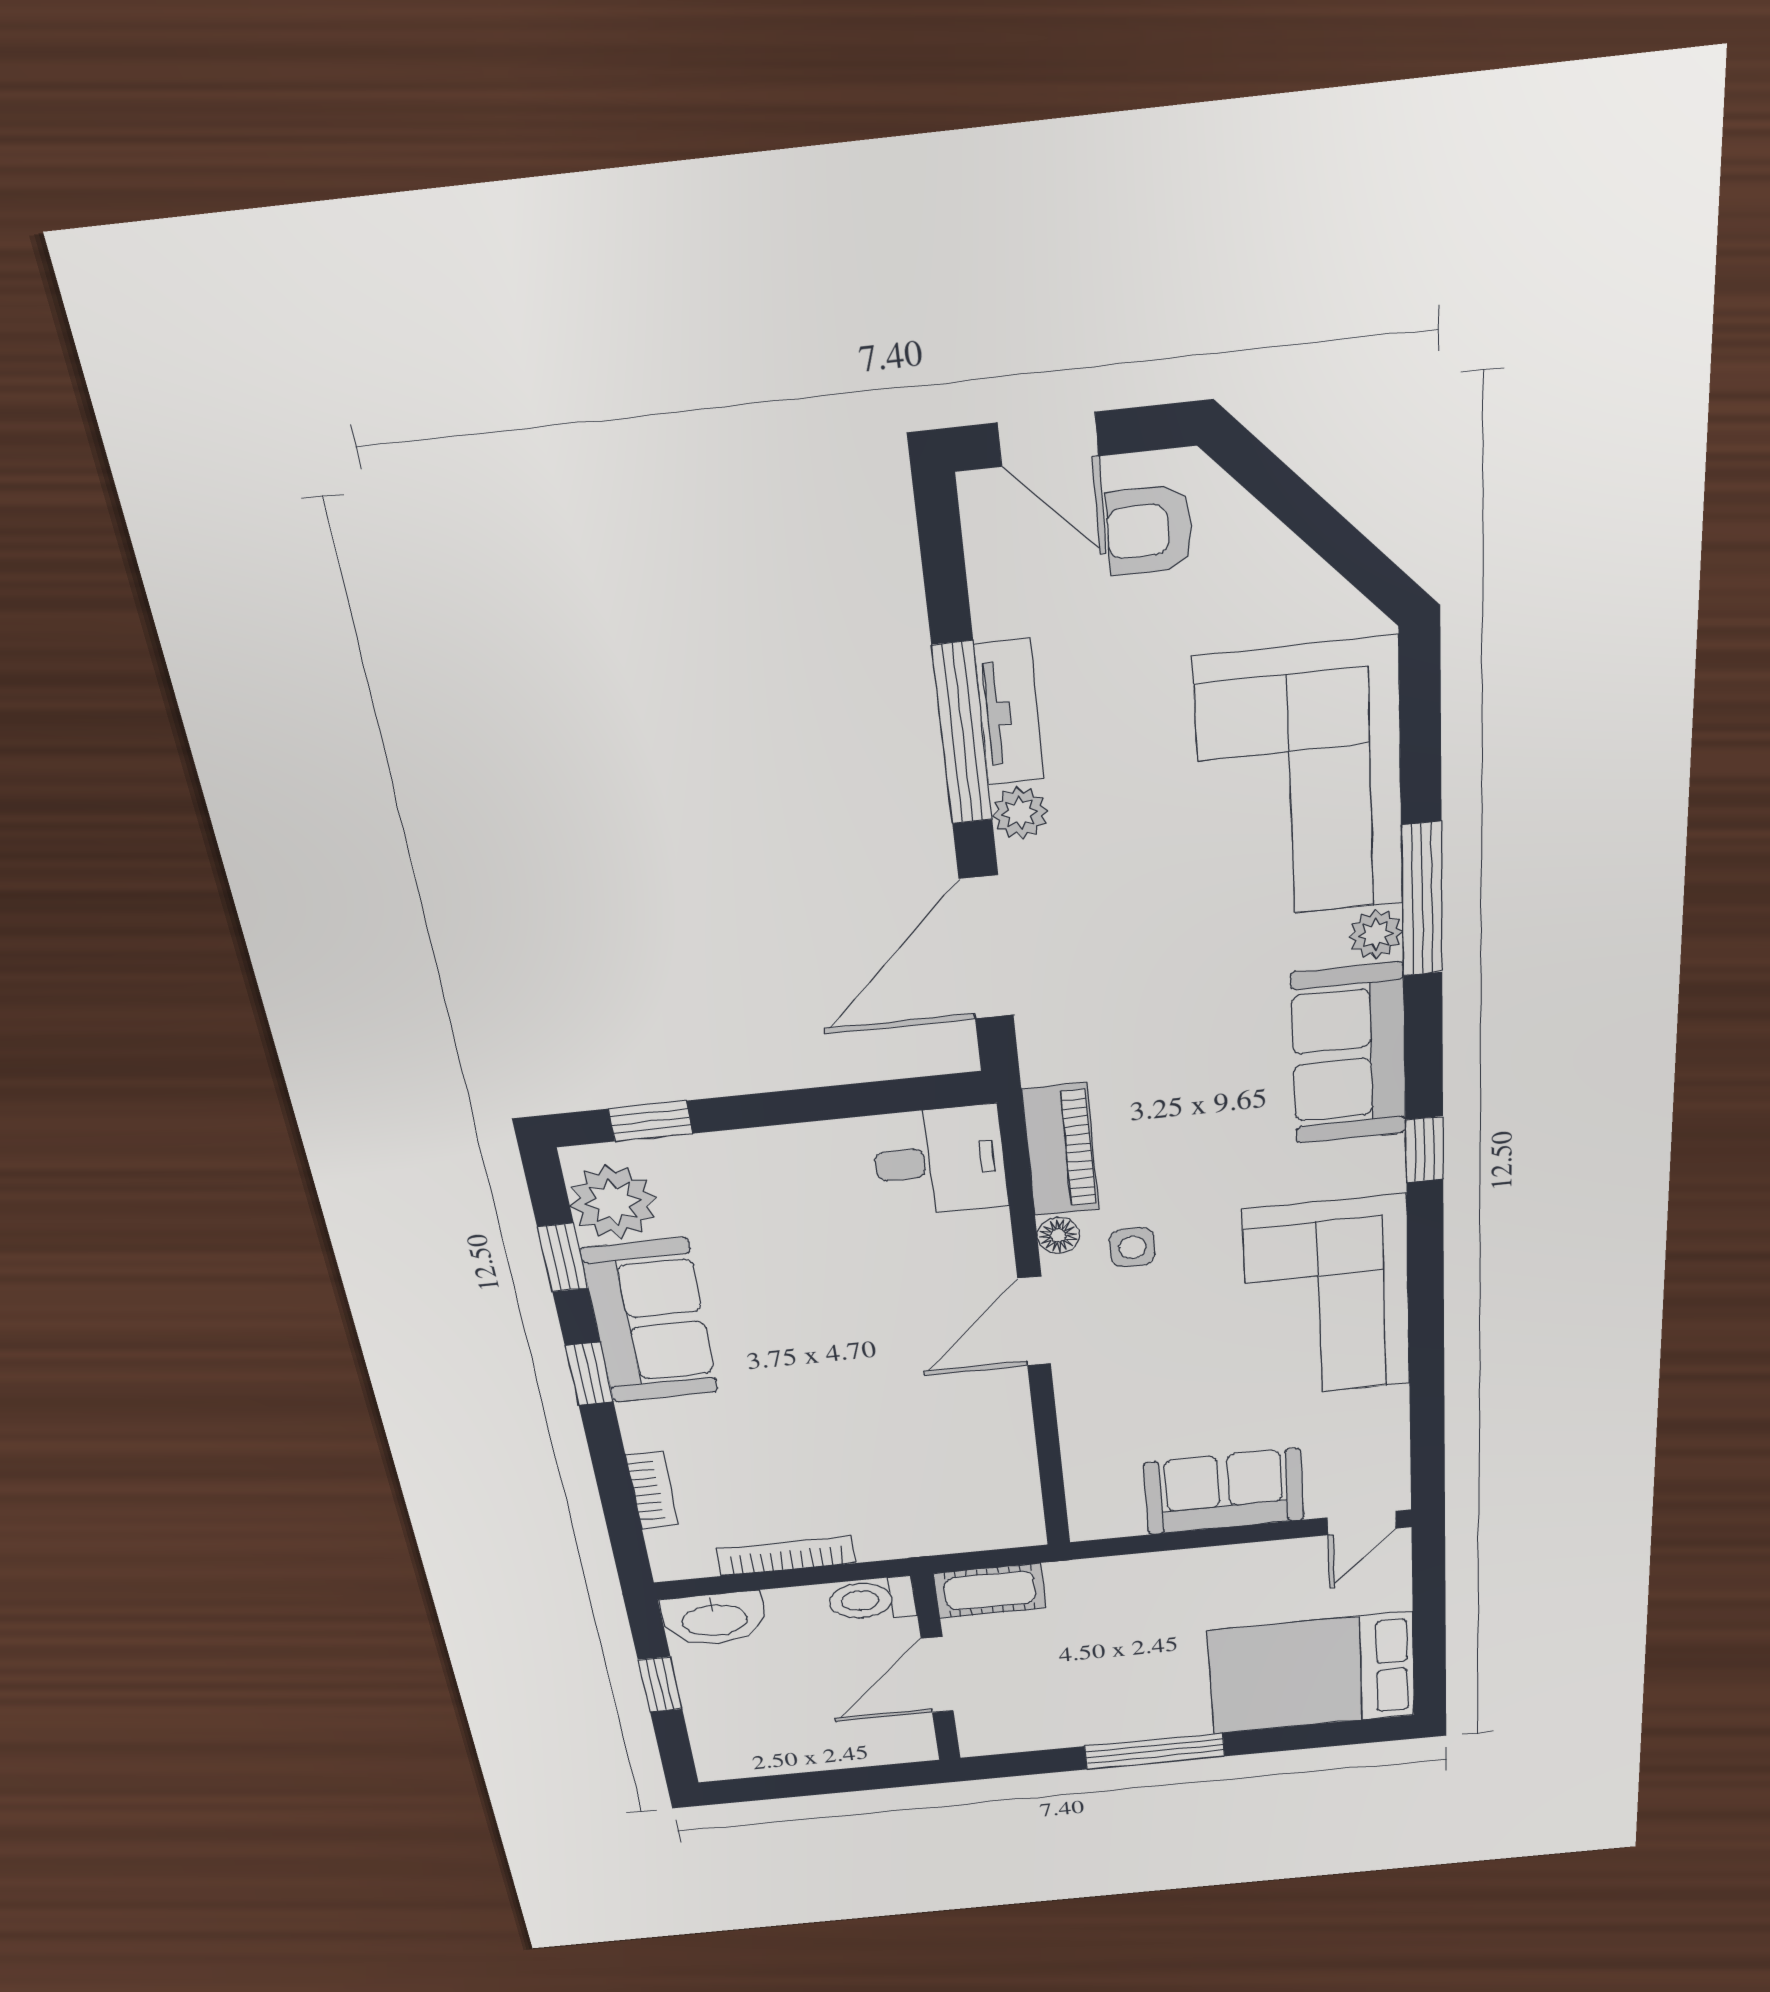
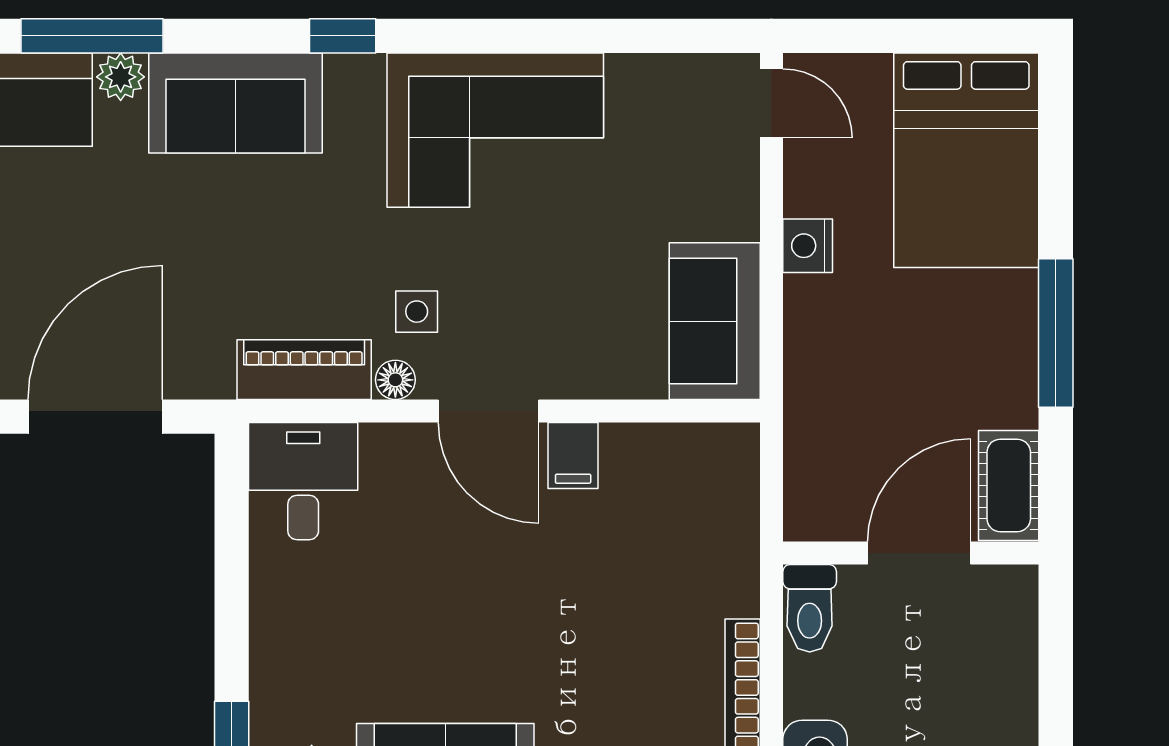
door: (986, 948) -> (95, 417), swing flipped
filing cabinet: (997, 1398) -> (573, 455), added
sofa: (1224, 1492) -> (715, 321), moved
nightstand: (1224, 1564) -> (808, 246), added
cot: (990, 1591) -> (1009, 485), moved
door: (937, 1675) -> (919, 553), swing flipped

